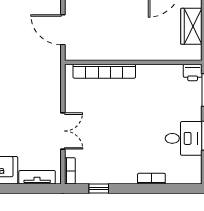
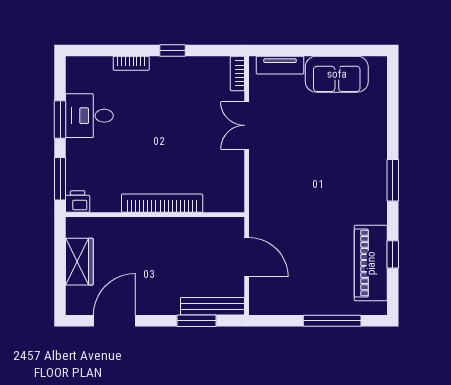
bookcase: (104, 71) -> (162, 203), moved
window: (99, 188) -> (172, 50), moved

